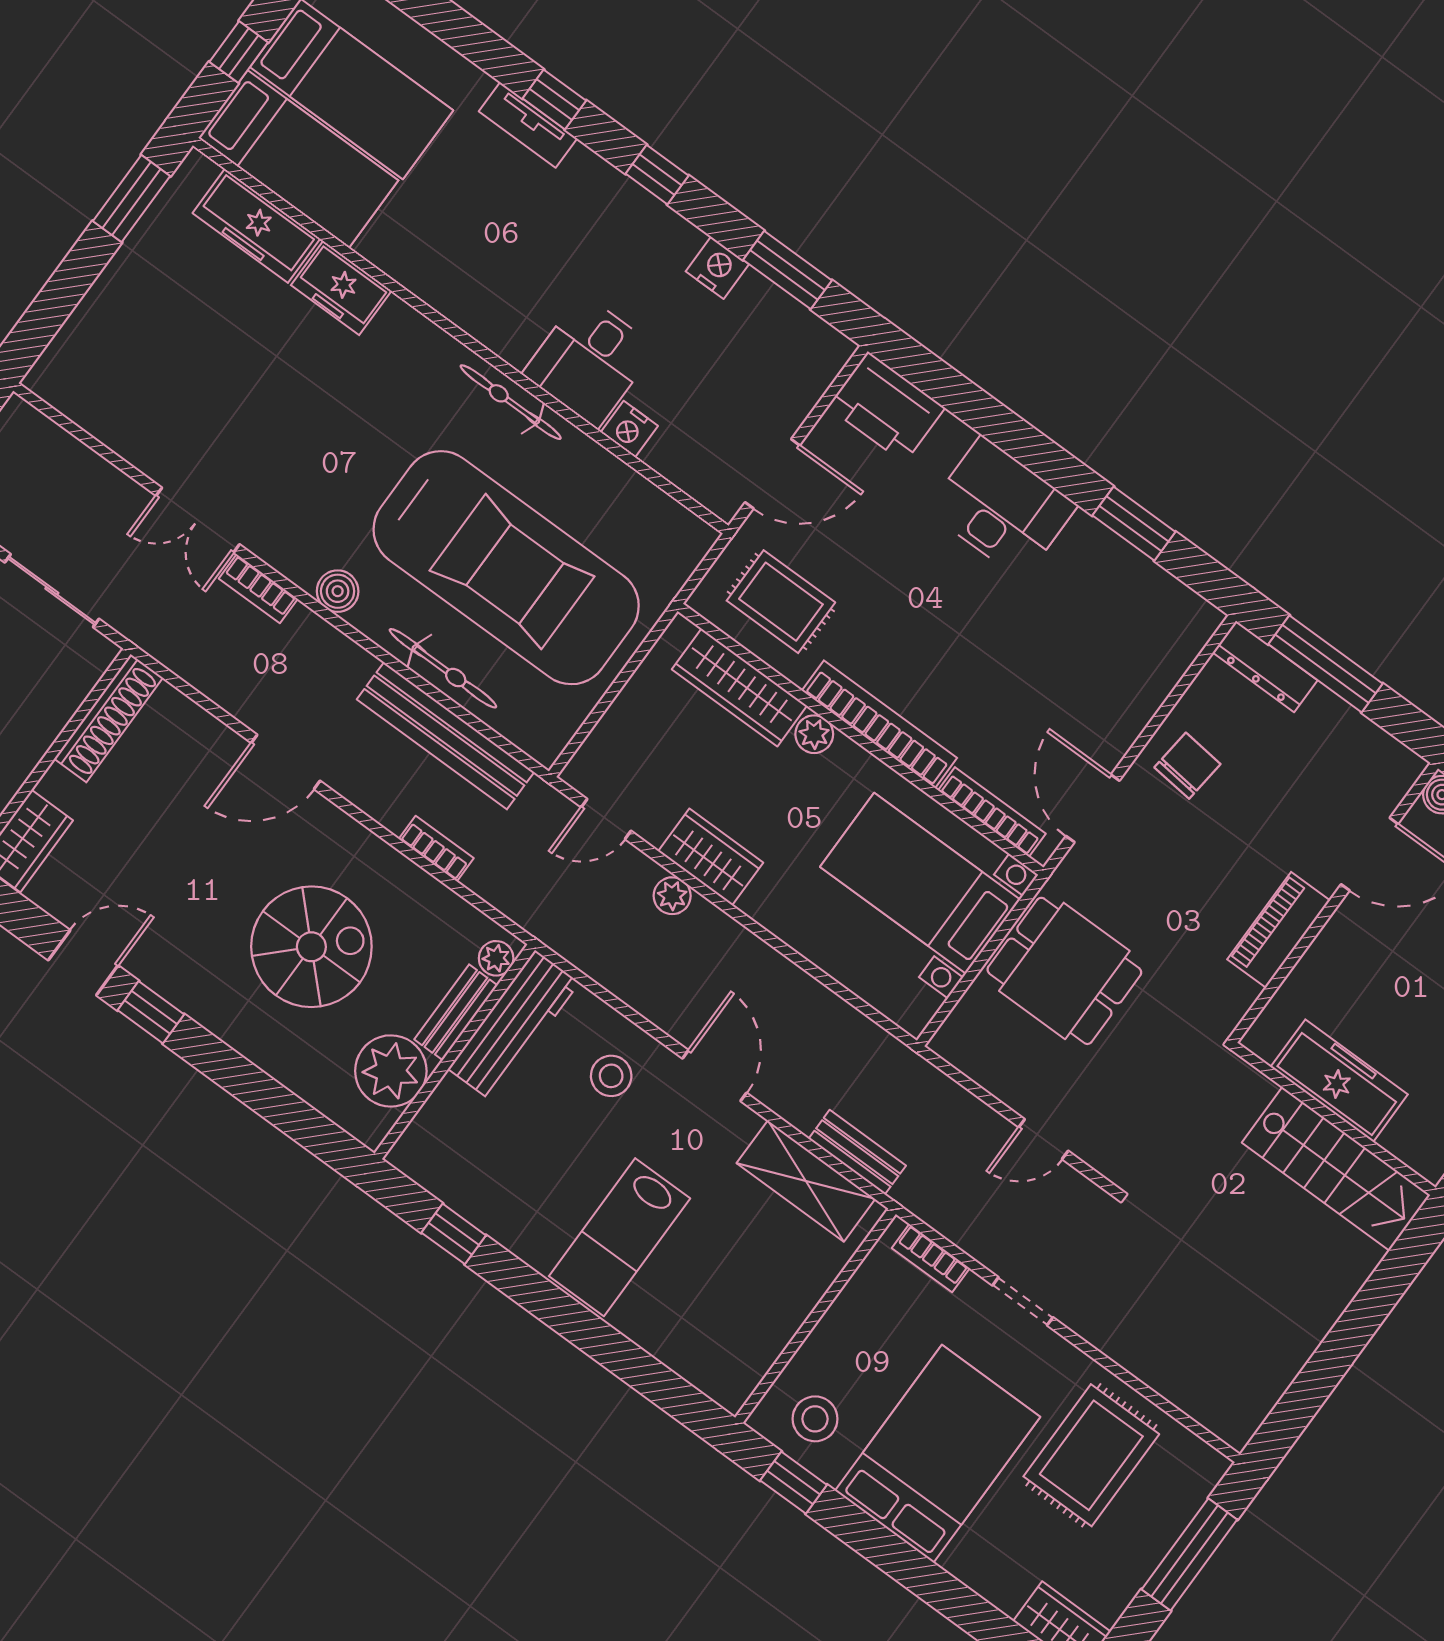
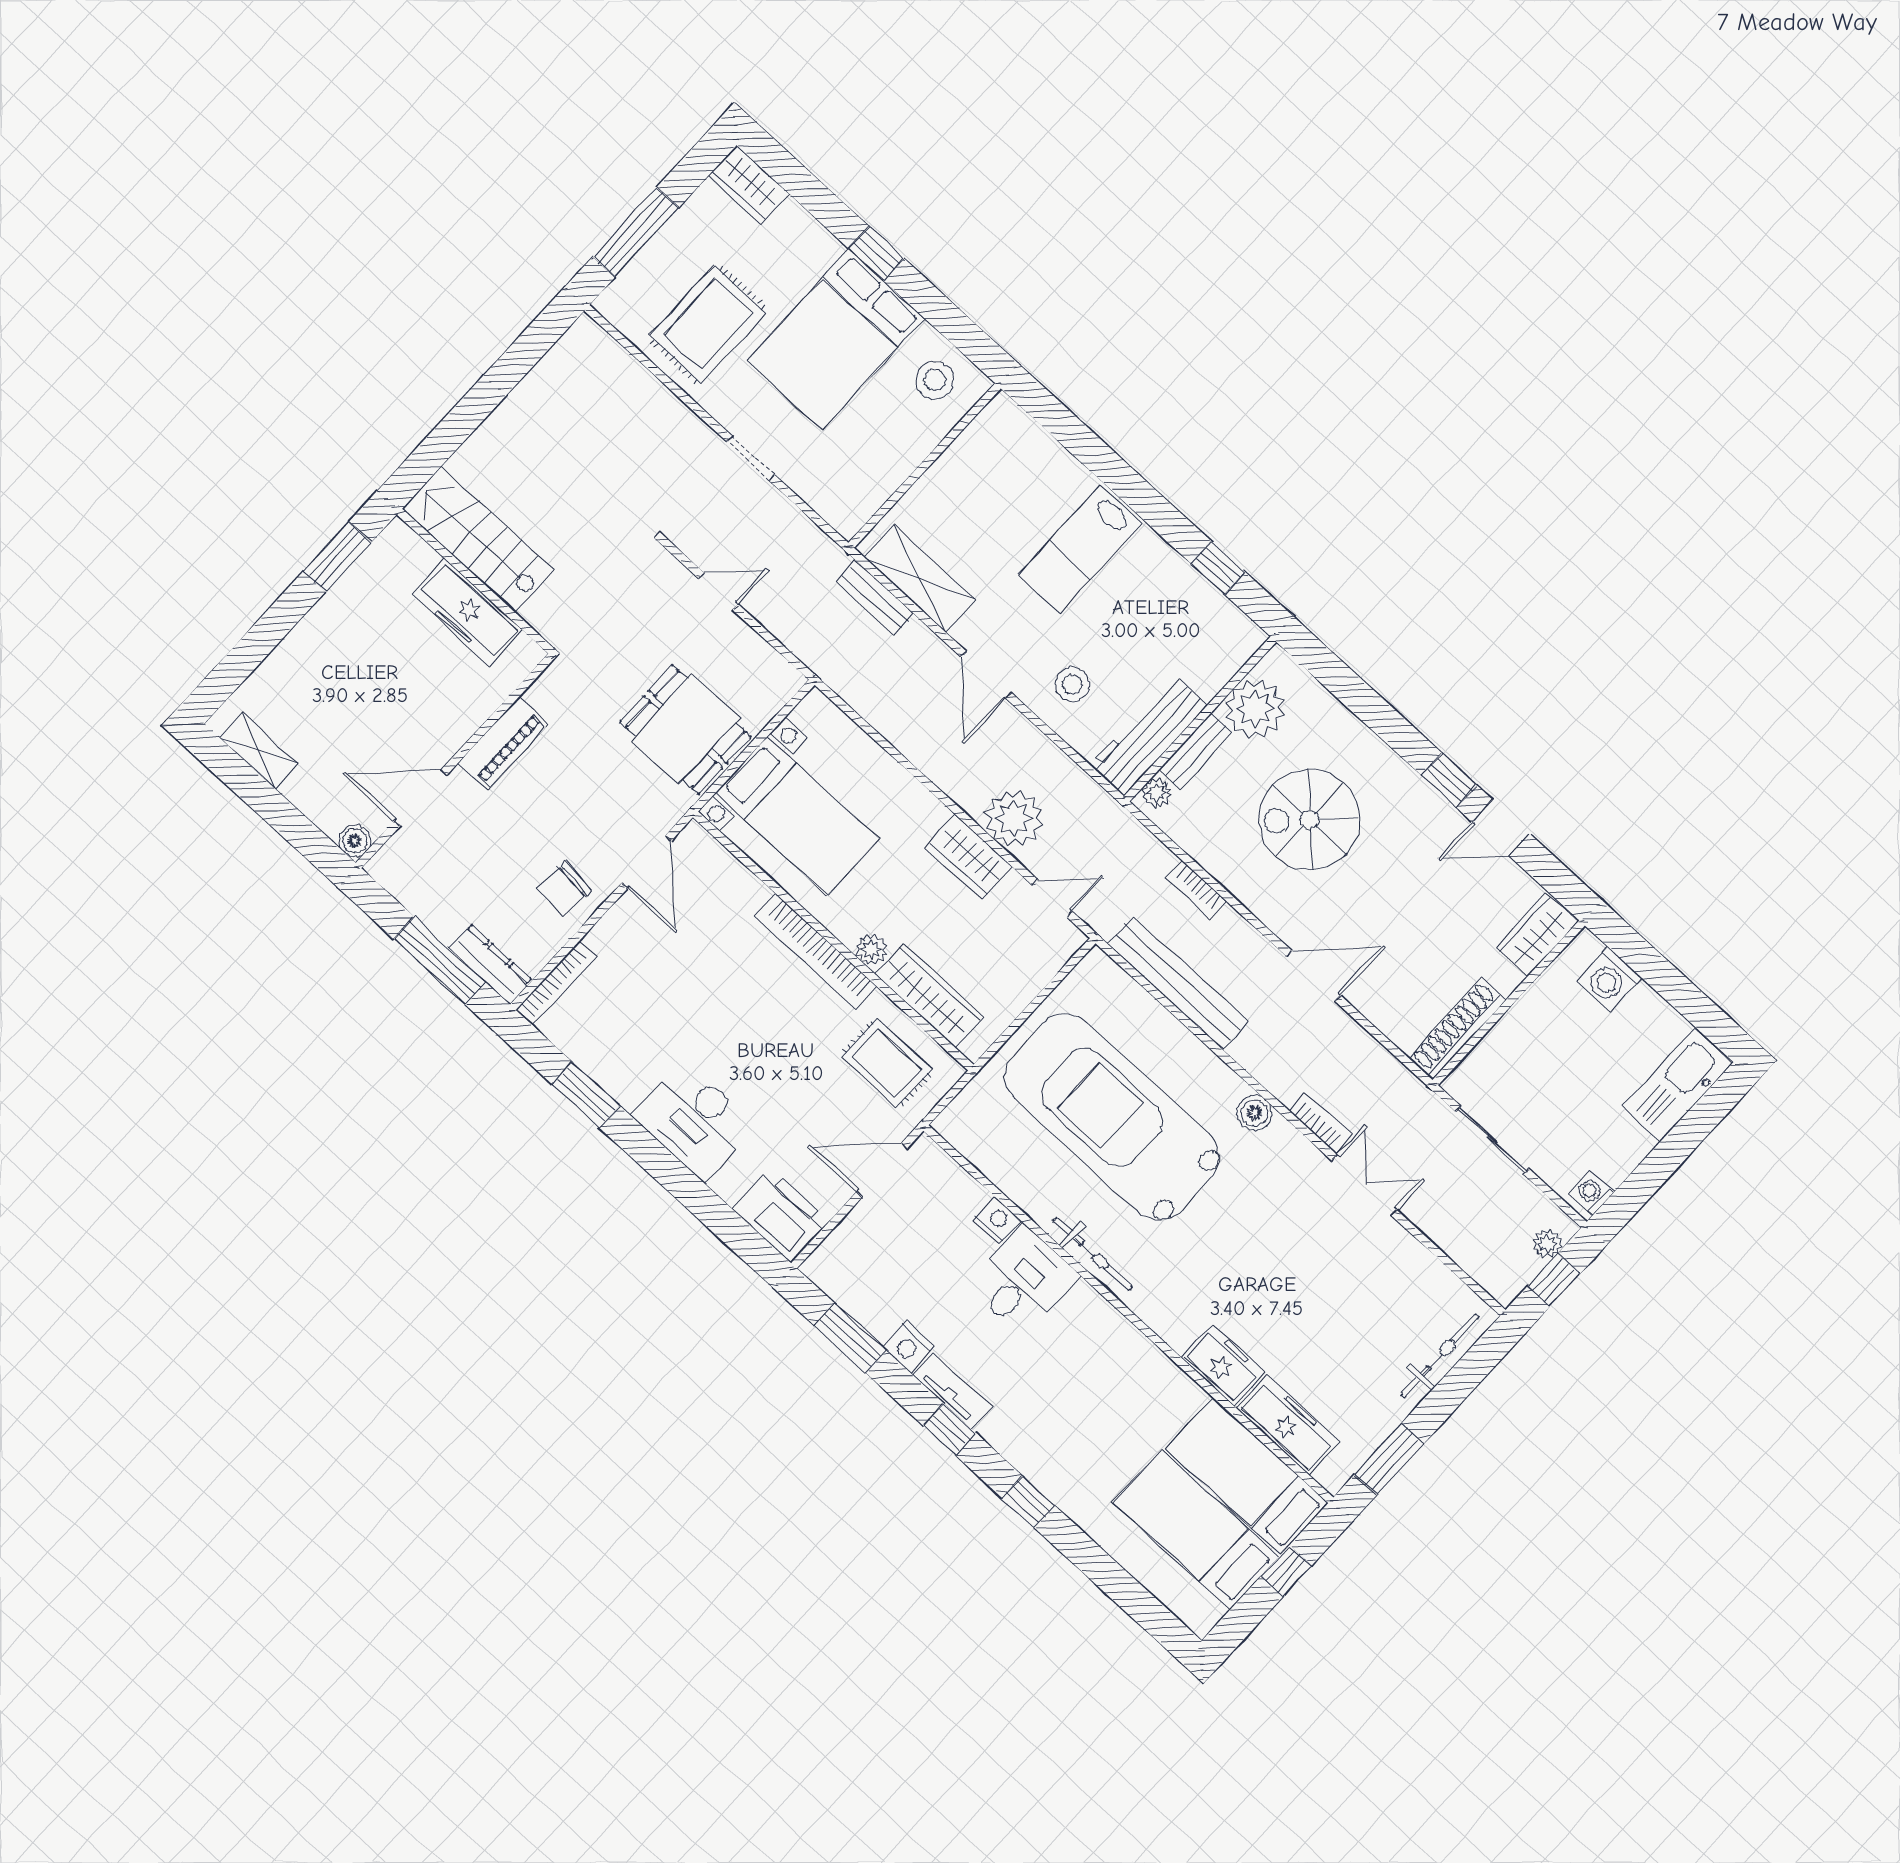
tv unit: (528, 125) -> (953, 1391), moved
bicycle: (443, 668) -> (1440, 1356), moved, turned 90
bookcase: (992, 812) -> (556, 983), moved, turned -90
plant: (672, 896) -> (1014, 819), width x1.87, depth x1.87
lab bench: (620, 1237) -> (1080, 549), turned 180
bookcase: (931, 1258) -> (823, 503), removed
window: (794, 1483) -> (876, 254), moved

